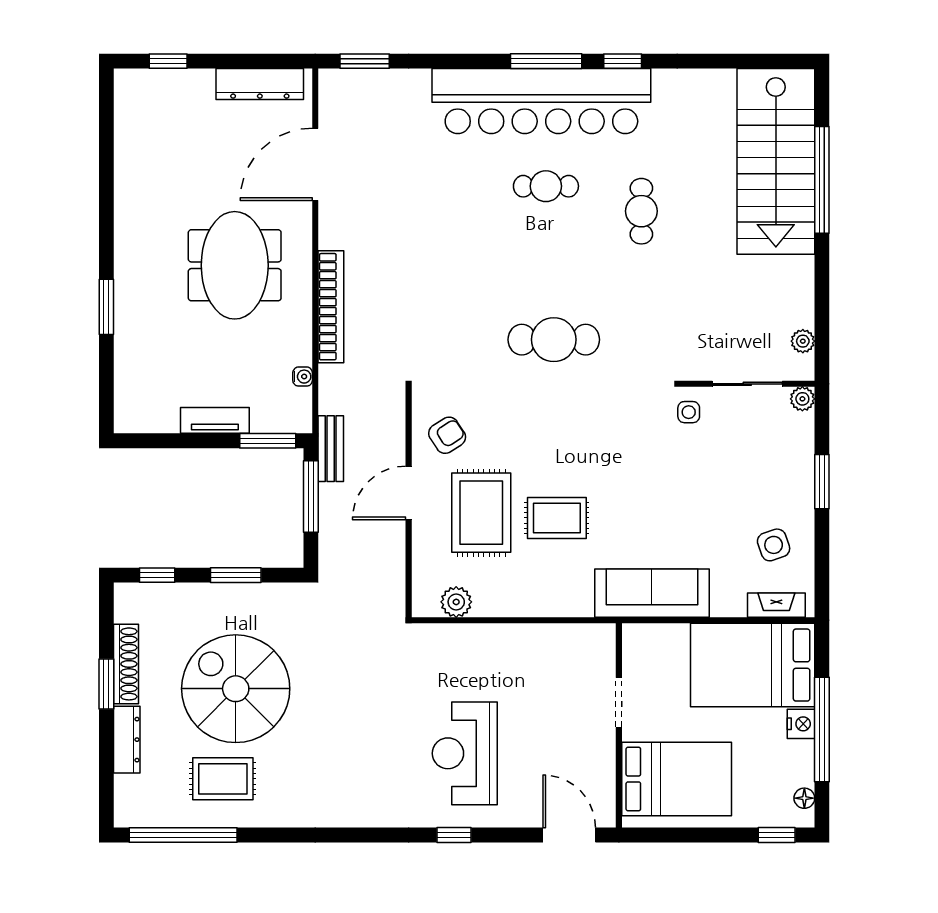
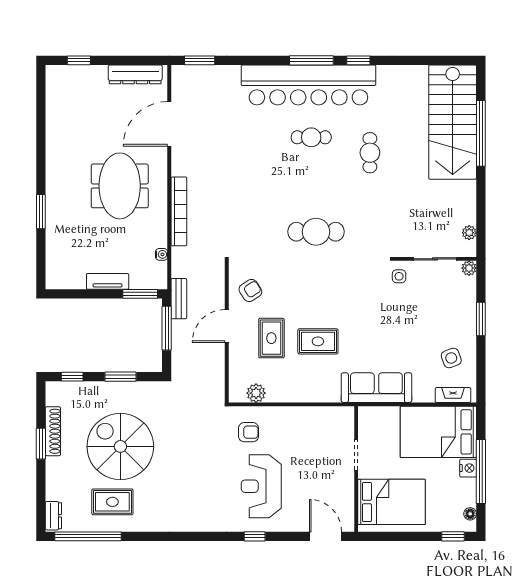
rug: (481, 513) -> (271, 338), width x0.73, depth x0.70
armchair: (444, 665) -> (249, 432), added
dresser: (127, 740) -> (53, 516), moved, width x0.70

